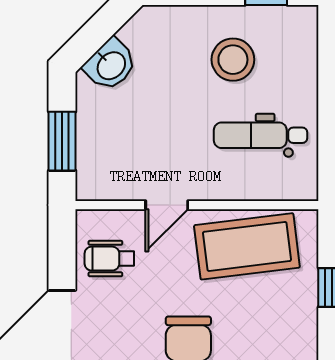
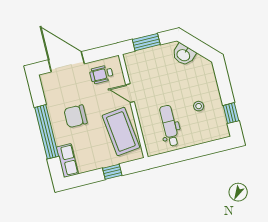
stool: (233, 60) -> (199, 106), width x0.53, depth x0.53
wheelchair: (109, 259) -> (101, 74), turned -90

